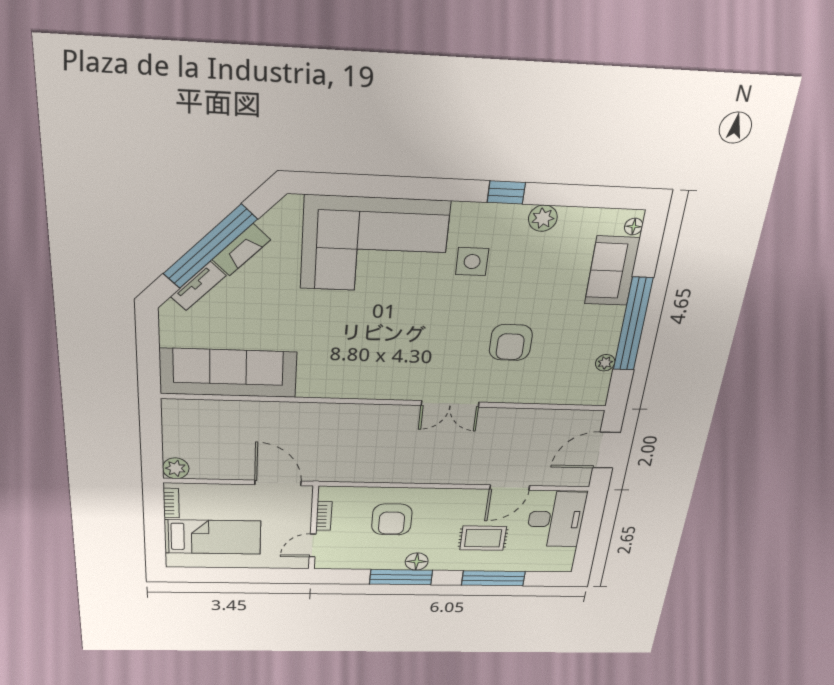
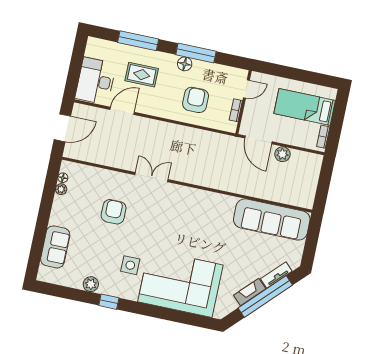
floor lamp: (634, 226) -> (63, 178), moved
window: (633, 324) -> (45, 212), removed
plant: (176, 468) -> (282, 154), moved

